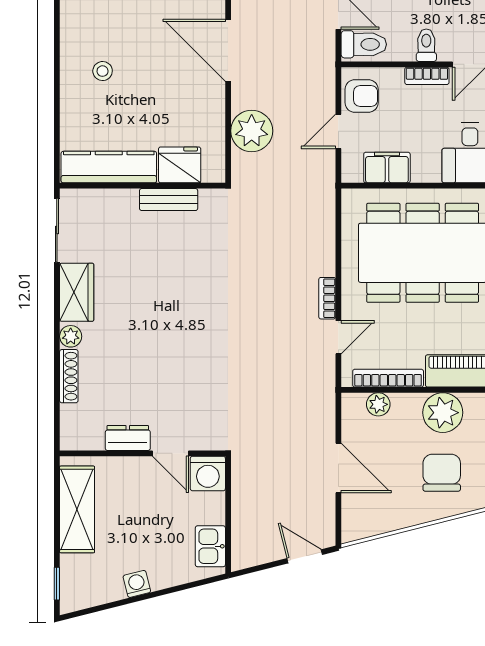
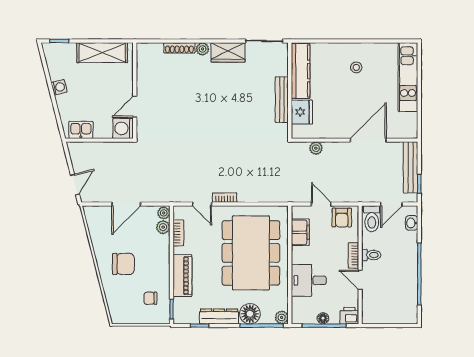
plant: (252, 131) -> (316, 148), width x0.53, depth x0.53
bench: (169, 200) -> (282, 100), width x1.36
bookcase: (388, 378) -> (178, 233), width x0.64
plant: (443, 413) -> (164, 213), moved, width x0.53, depth x0.53
dresser: (128, 438) -> (144, 82), removed

